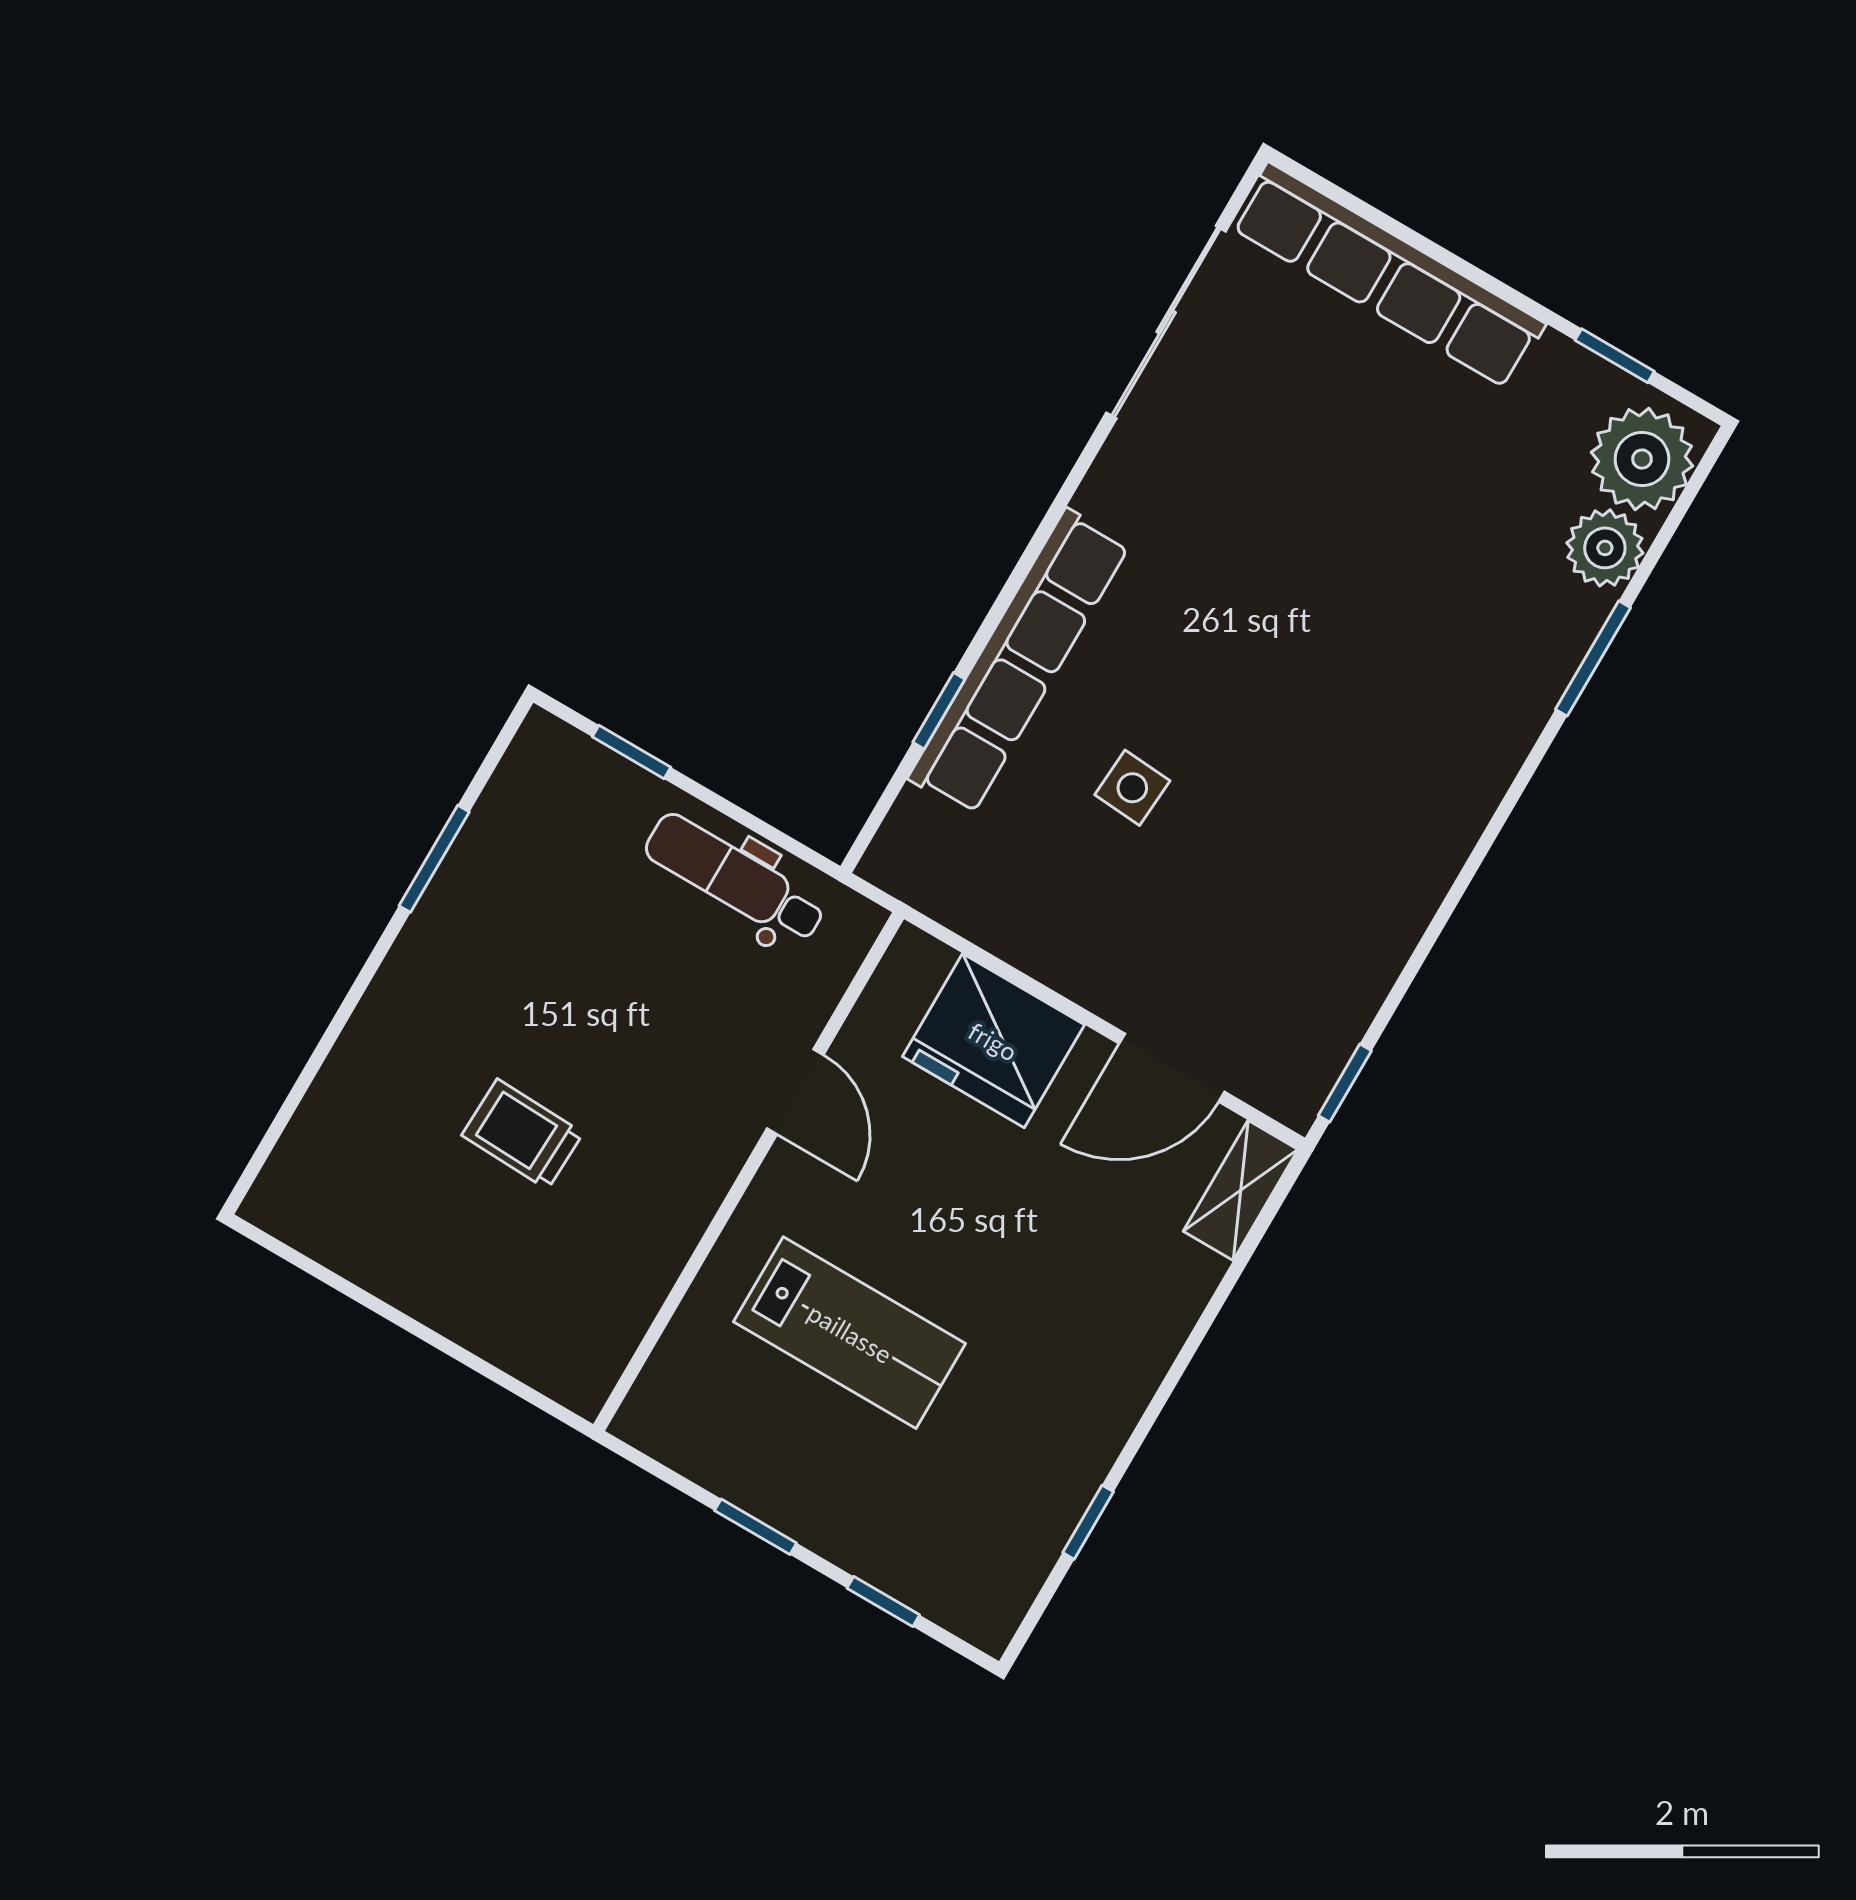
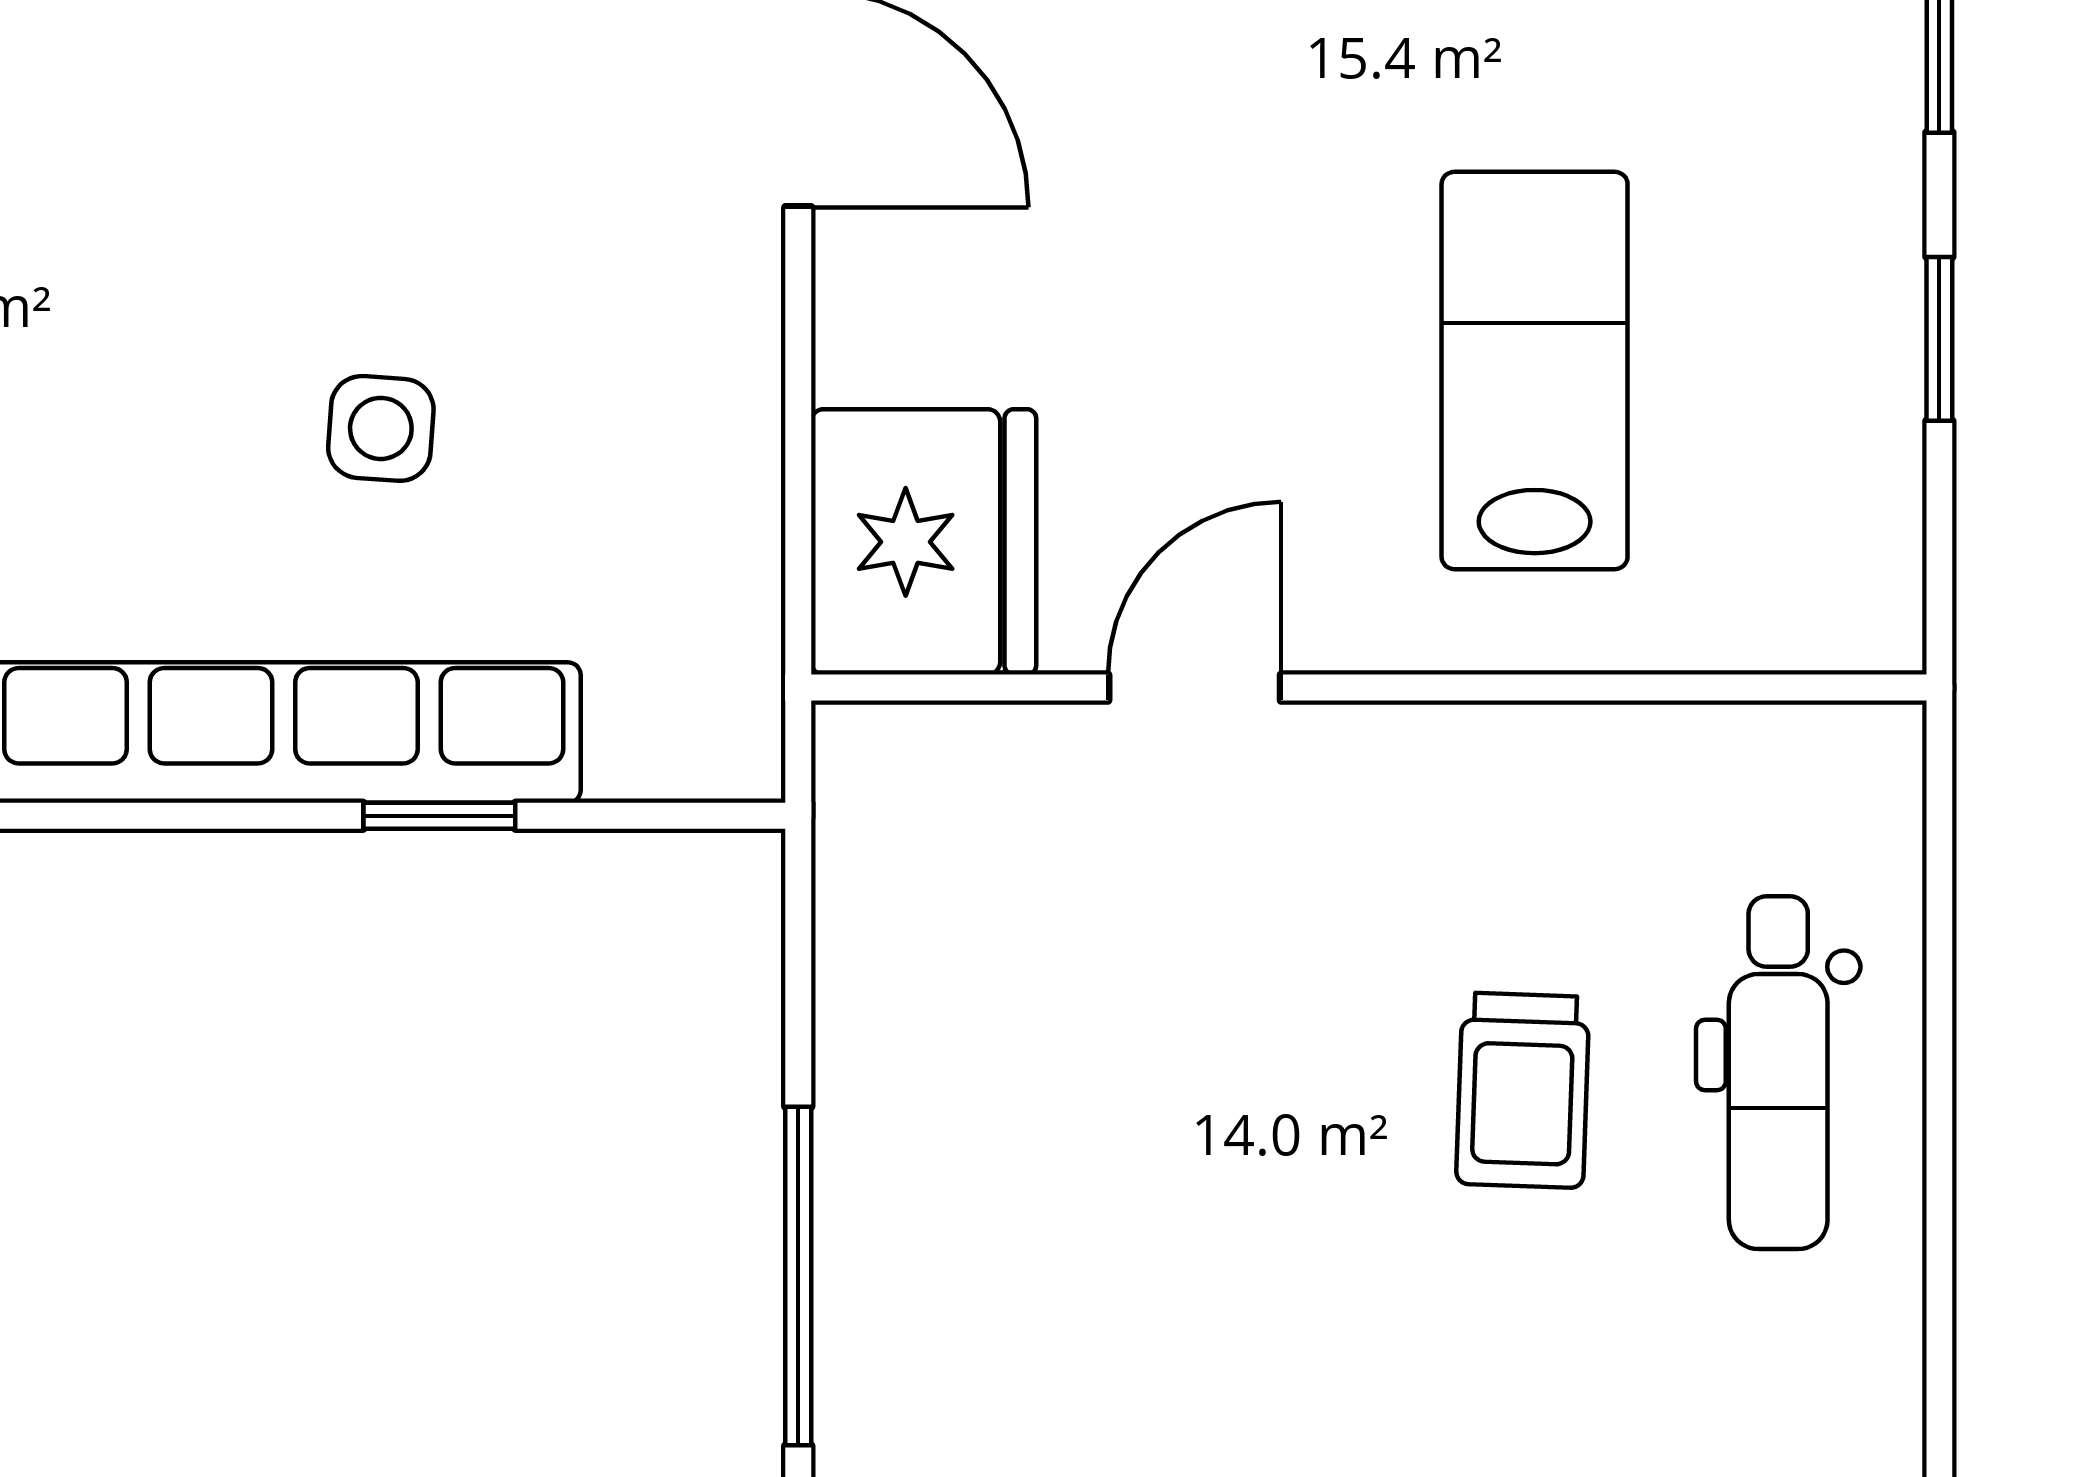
window: (632, 752) -> (798, 1276), width x2.17
dental chair: (735, 879) -> (1778, 1073), moved
fridge: (993, 1041) -> (924, 542), moved

